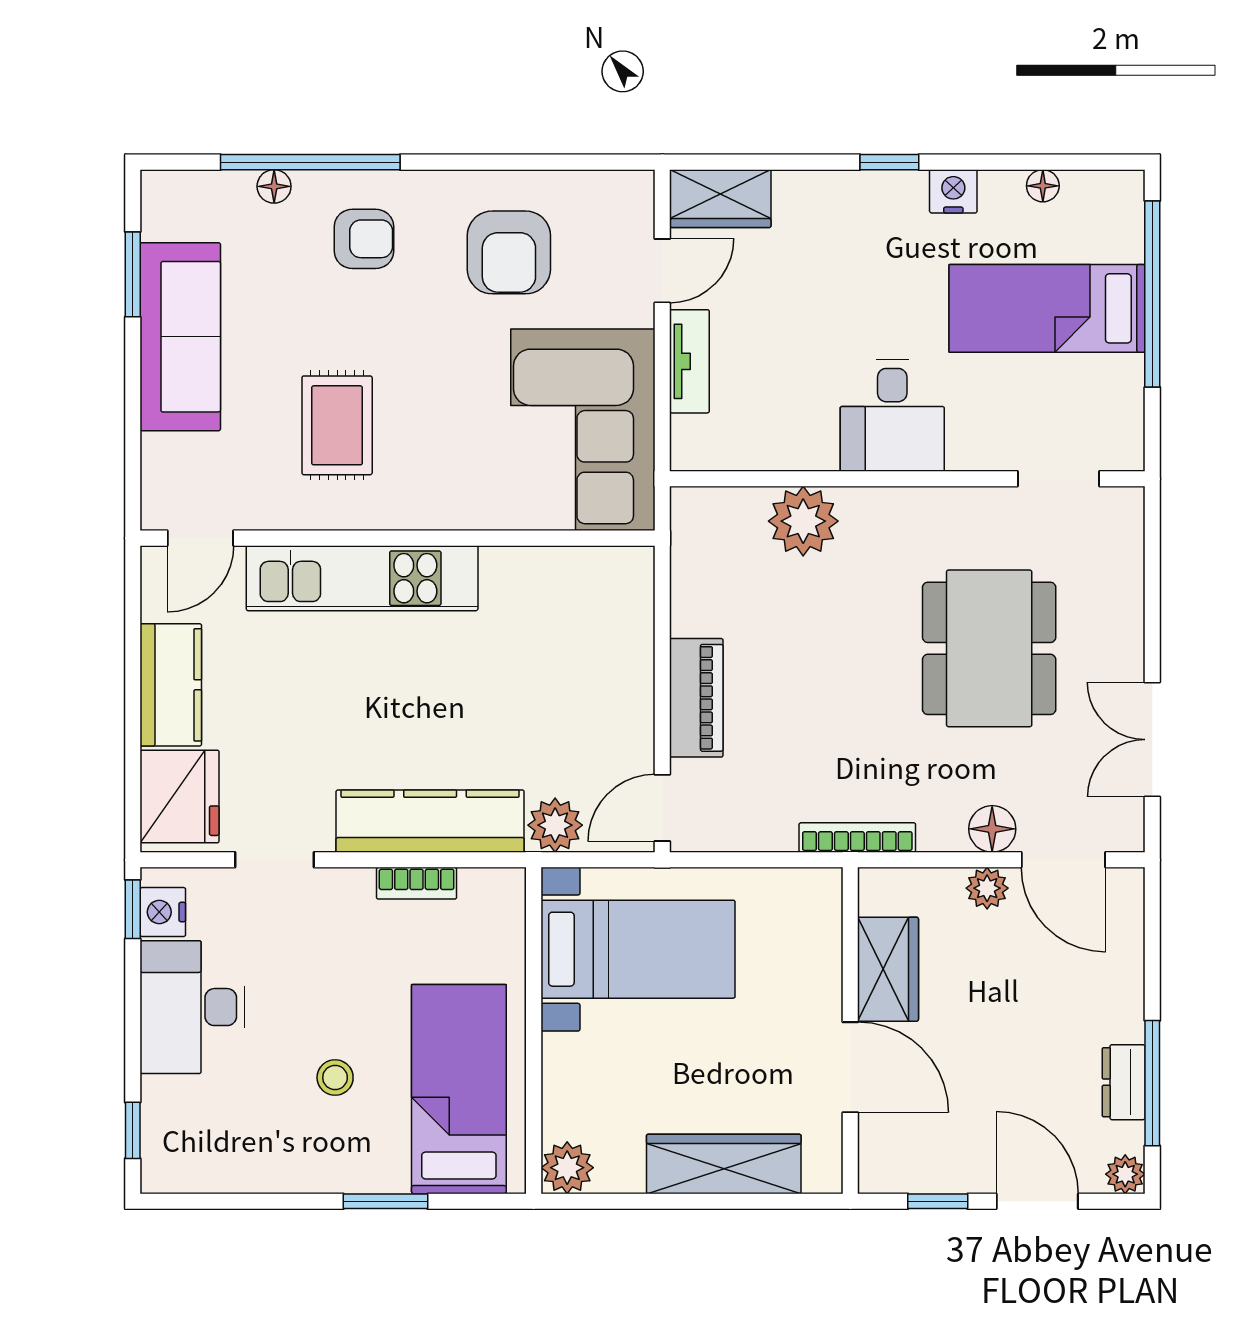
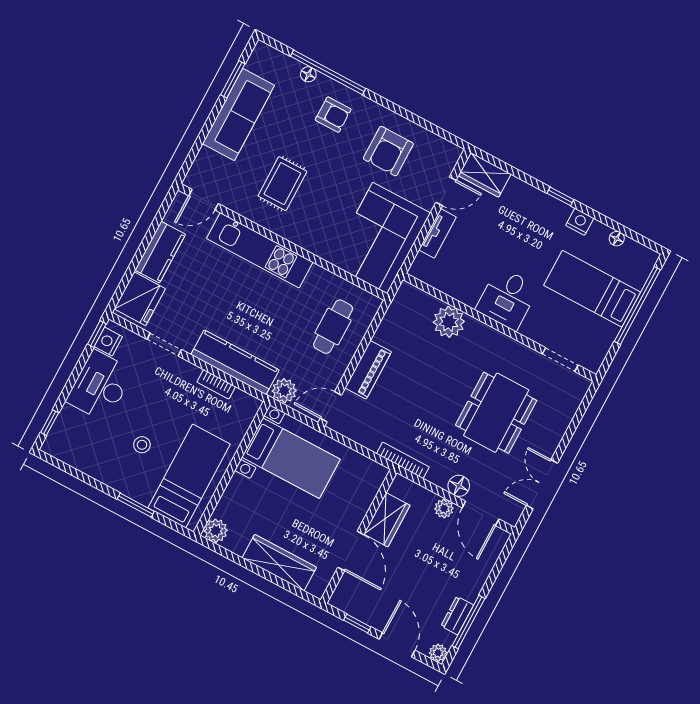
cafe table: (583, 650) -> (333, 327), added

